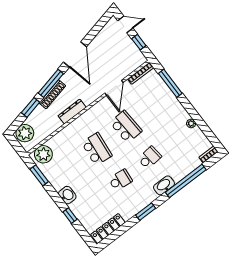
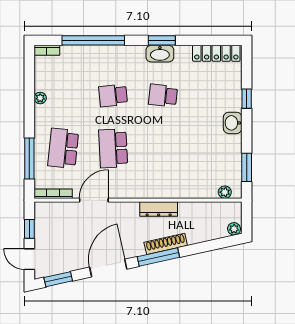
window: (30, 107) -> (58, 279), moved
plant: (25, 133) -> (234, 229), width x0.53, depth x0.53
school desk: (97, 149) -> (63, 148), moved
plant: (43, 154) -> (225, 192), width x0.53, depth x0.53
washbasin: (164, 185) -> (160, 54), moved

